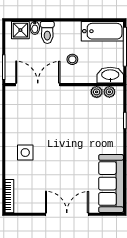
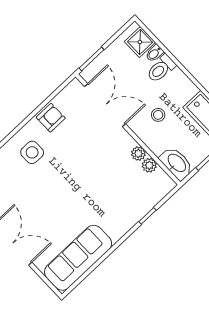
plant: (109, 92) -> (138, 154), moved
armchair: (15, 123) -> (51, 118), added

